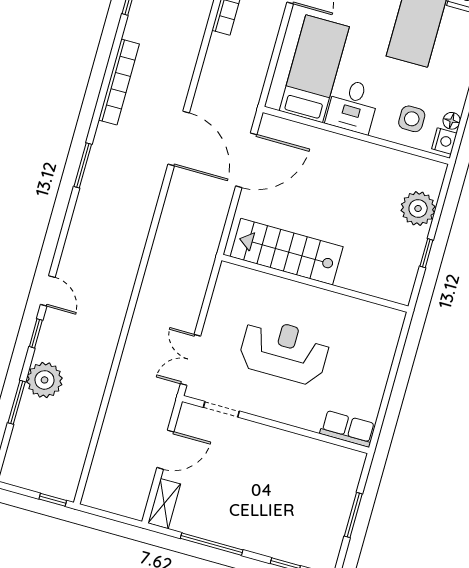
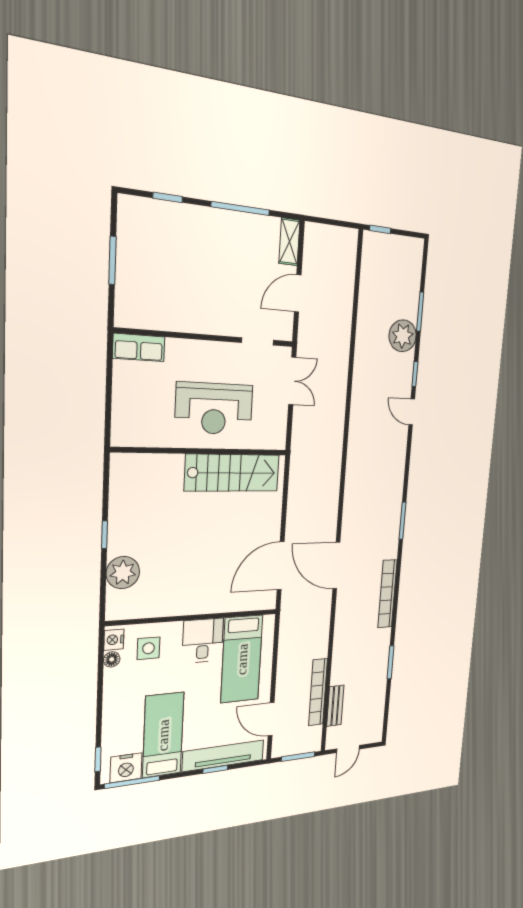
stairs: (287, 252) -> (232, 473), moved
wall: (315, 283) -> (202, 451), moved

